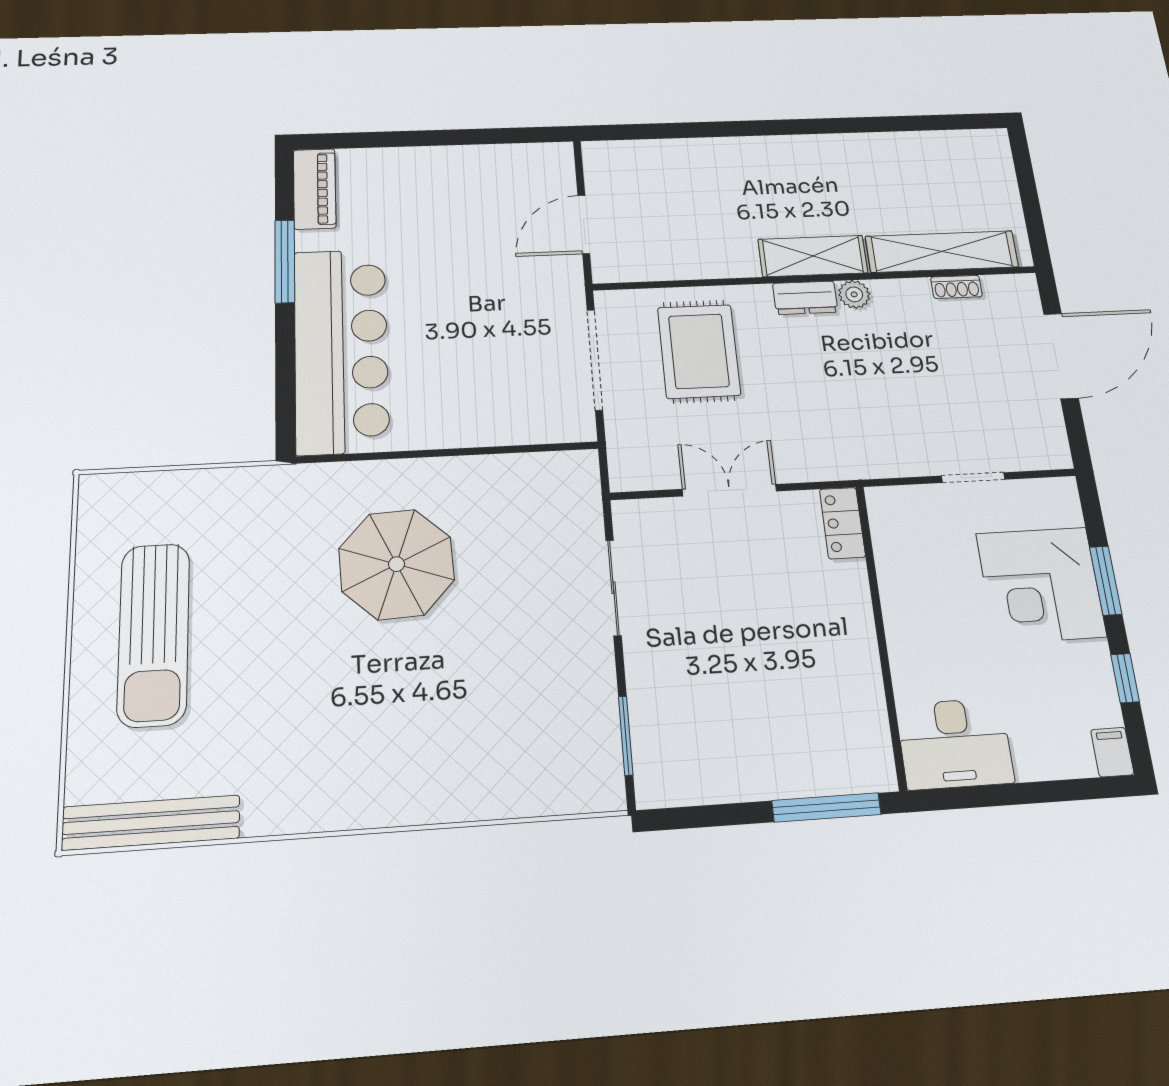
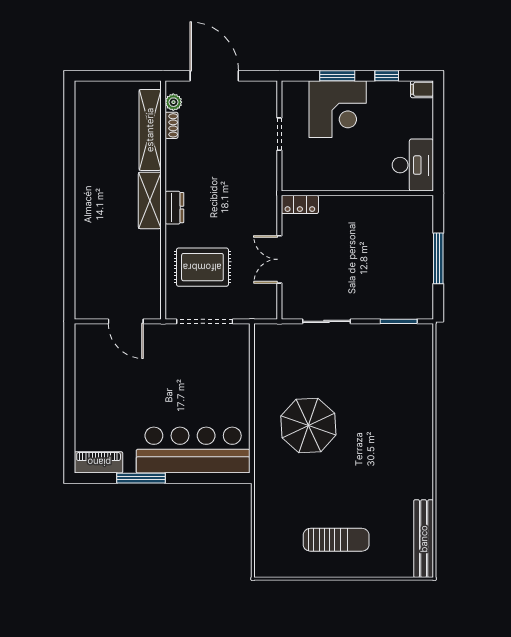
plant: (854, 294) -> (173, 102), moved
sun lounger: (154, 634) -> (336, 540), width x0.73, depth x0.75
window: (826, 807) -> (438, 258), moved

